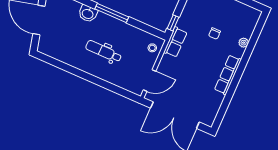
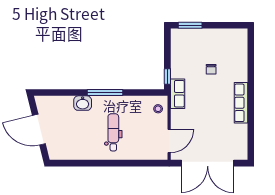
plant: (244, 43) -> (243, 66), removed
dental chair: (104, 51) -> (113, 132), turned 90

